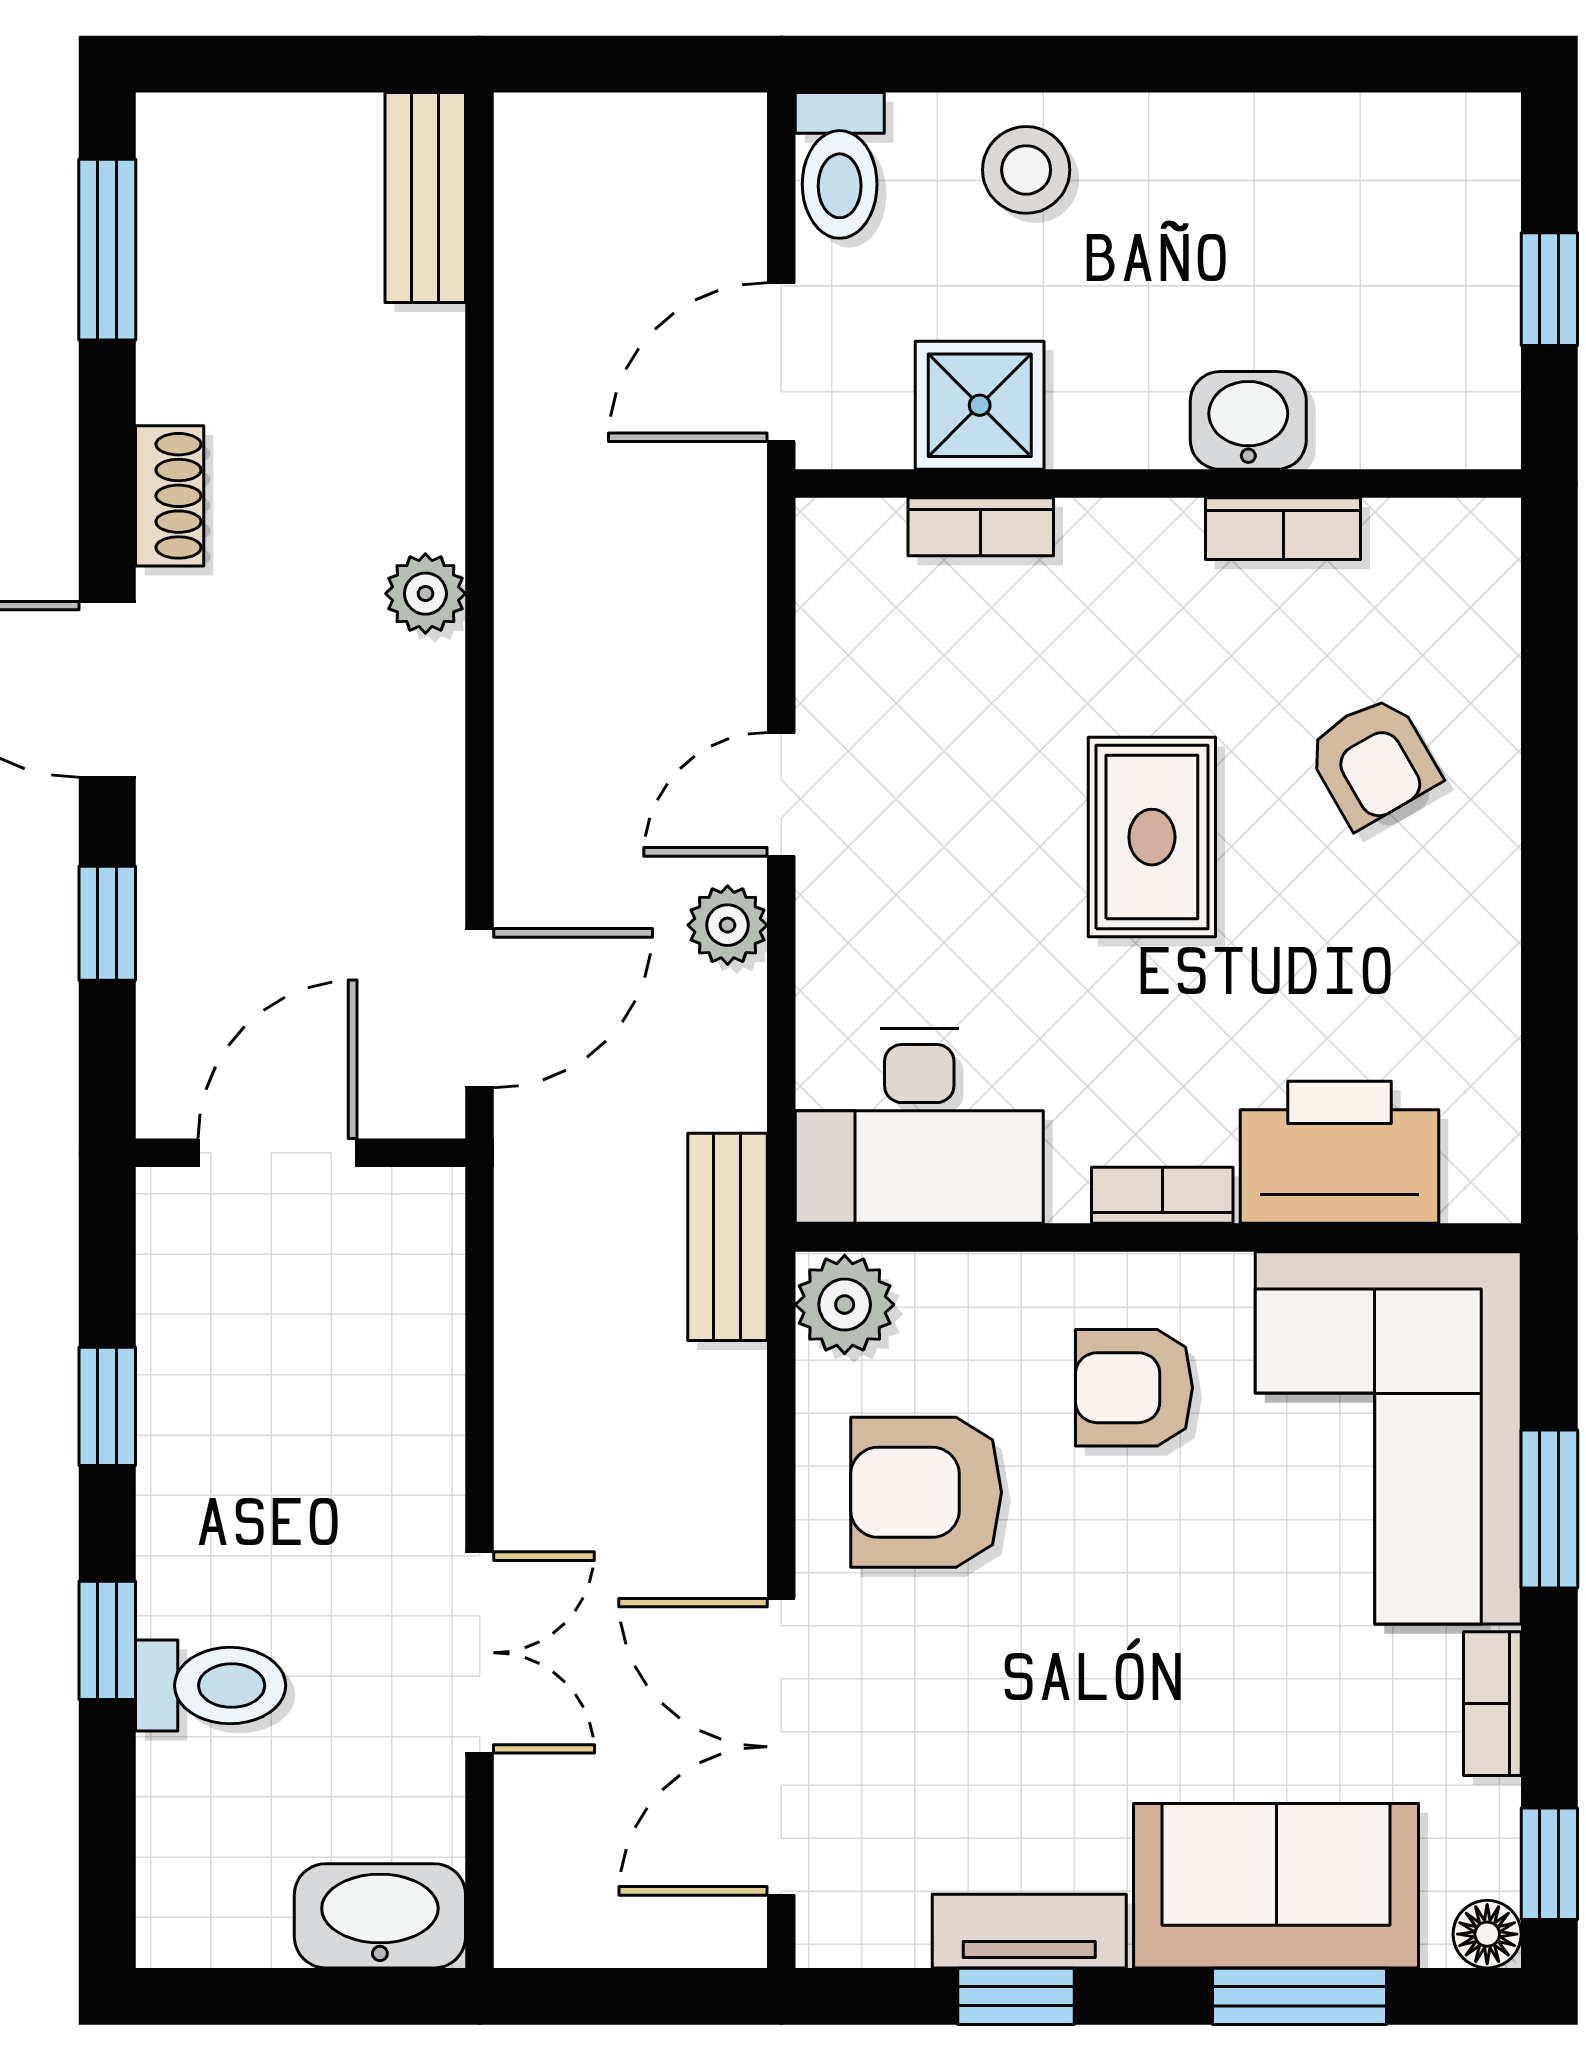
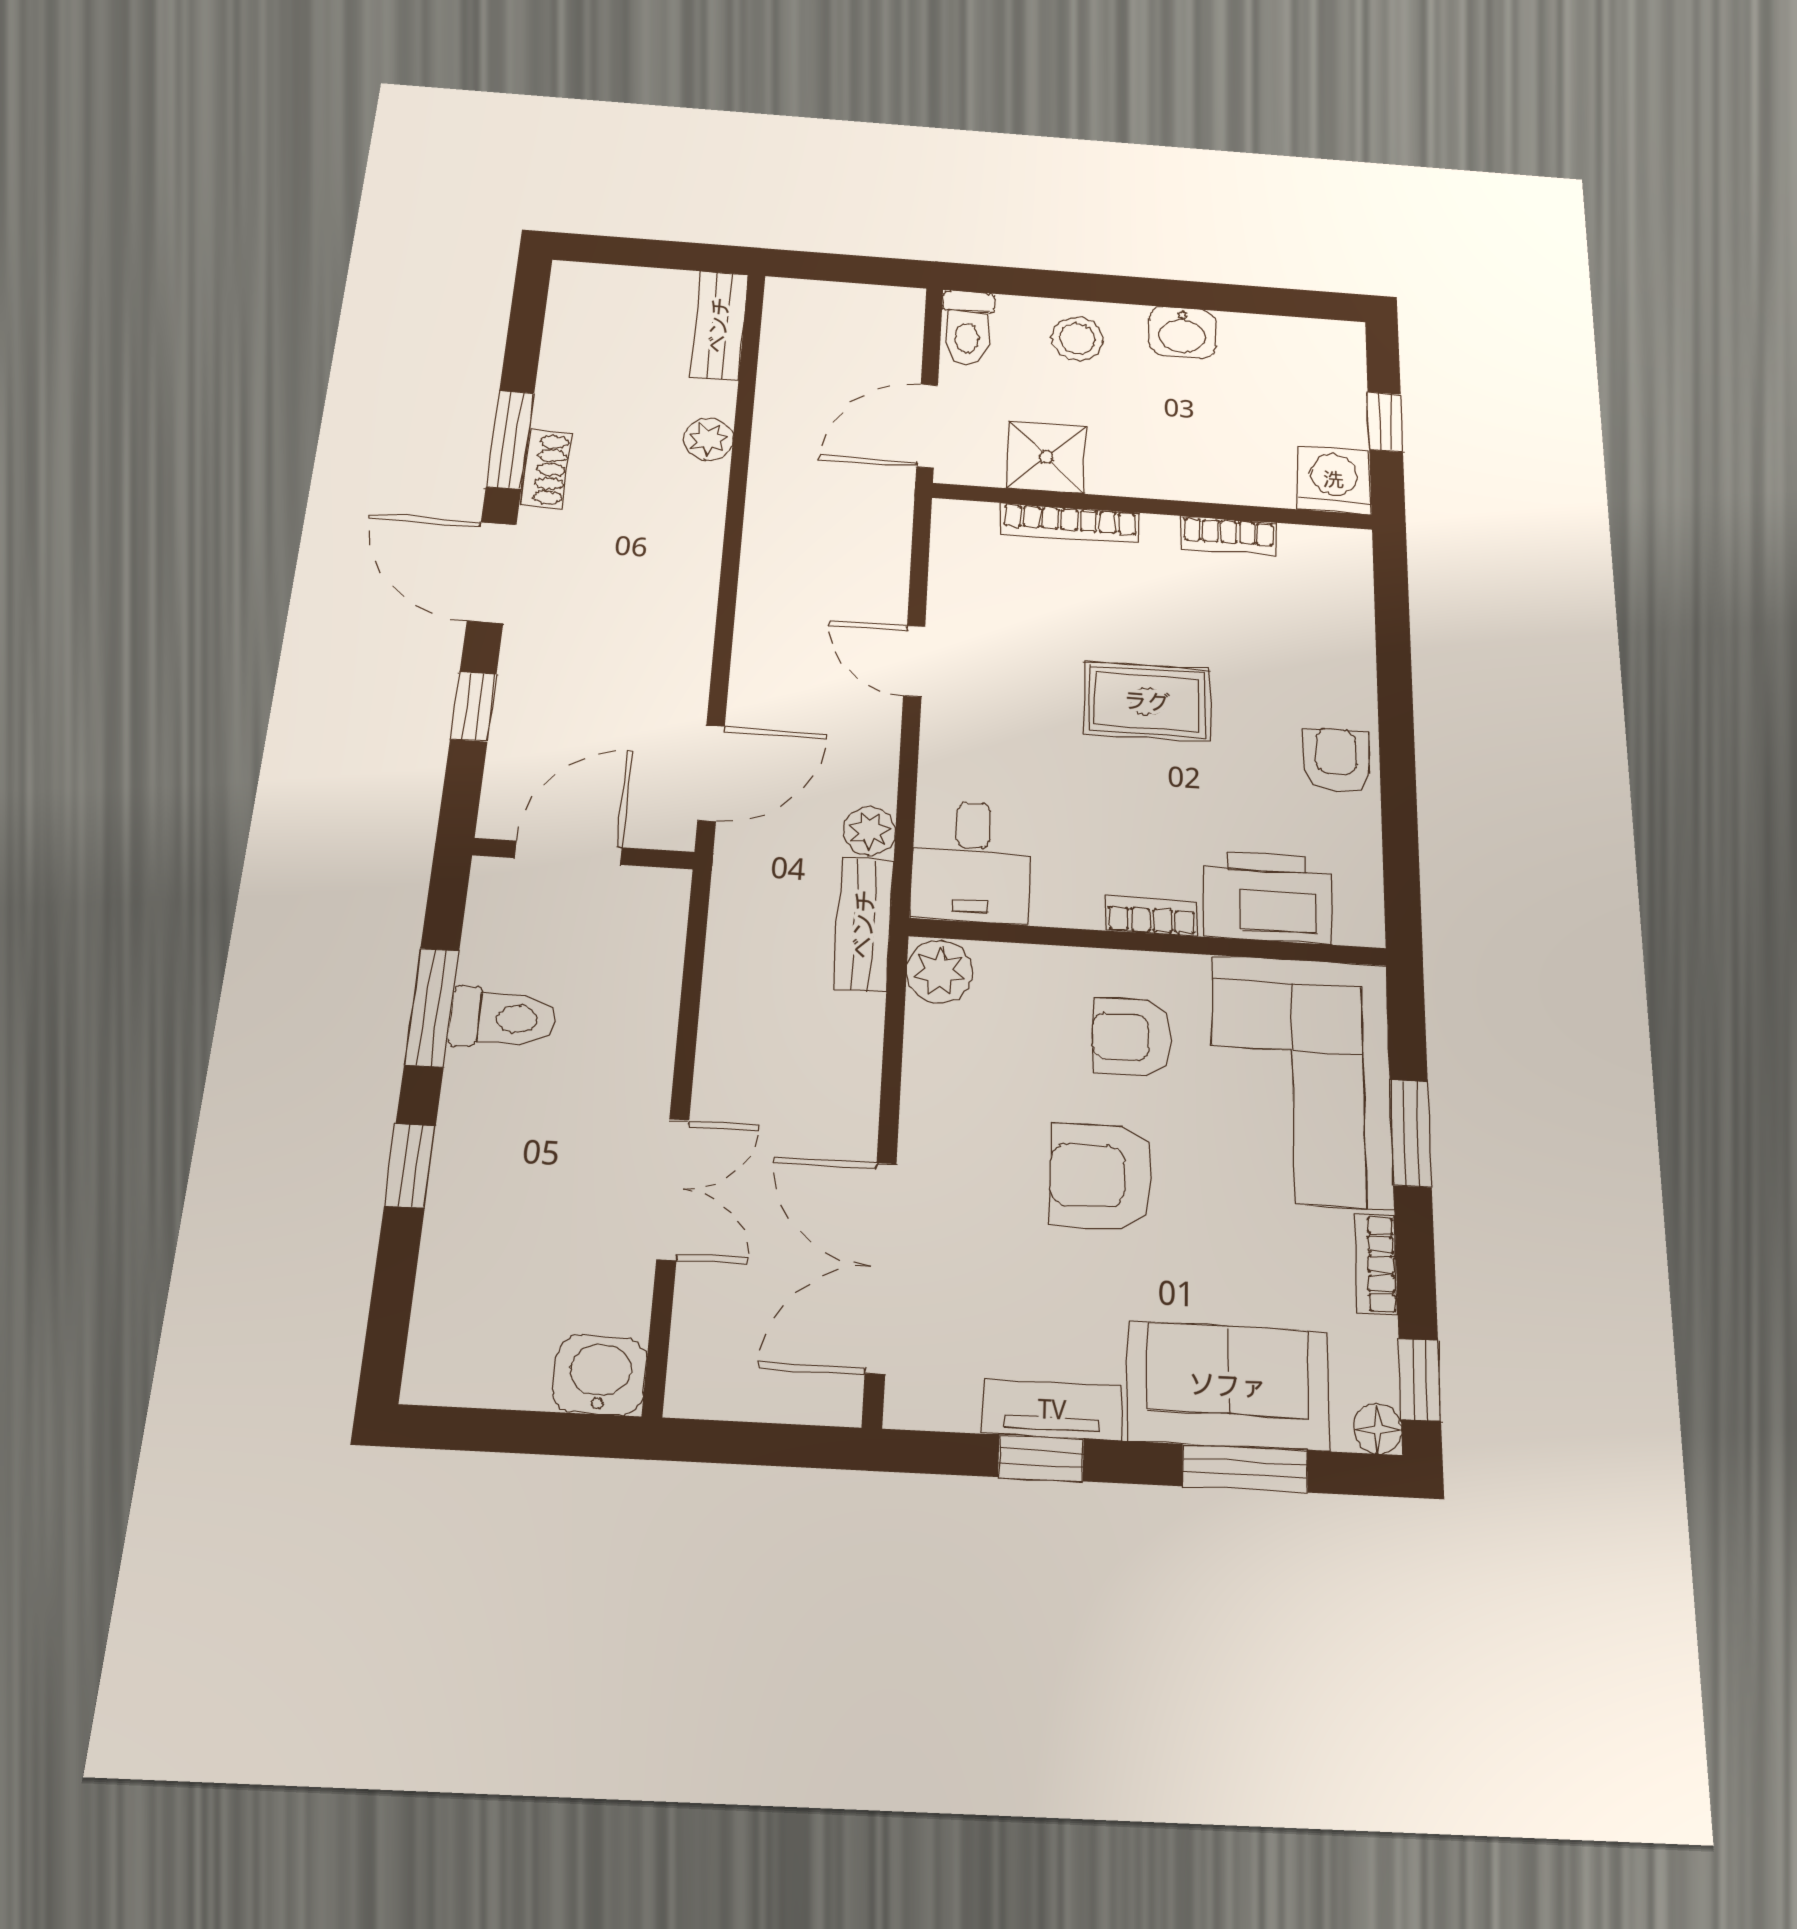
window: (107, 250) -> (510, 440), moved
washing machine: (1460, 408) -> (1334, 480), added
washbasin: (1248, 420) -> (1182, 332), moved, turned 180
bookcase: (981, 527) -> (1070, 523), width x1.56
plant: (425, 594) -> (708, 439), moved
armchair: (1373, 761) -> (1336, 760), moved, turned -150
door: (781, 794) -> (914, 661), hinge flipped
rug: (1152, 837) -> (1147, 702), turned 90
plant: (728, 925) -> (870, 831), moved
desk: (919, 1126) -> (972, 862), width x0.73
window: (107, 1406) -> (432, 1007), width x1.50
armchair: (926, 1492) -> (1102, 1176), moved
toilet: (211, 1686) -> (503, 1018), moved
washbasin: (380, 1916) -> (600, 1375), width x0.72

